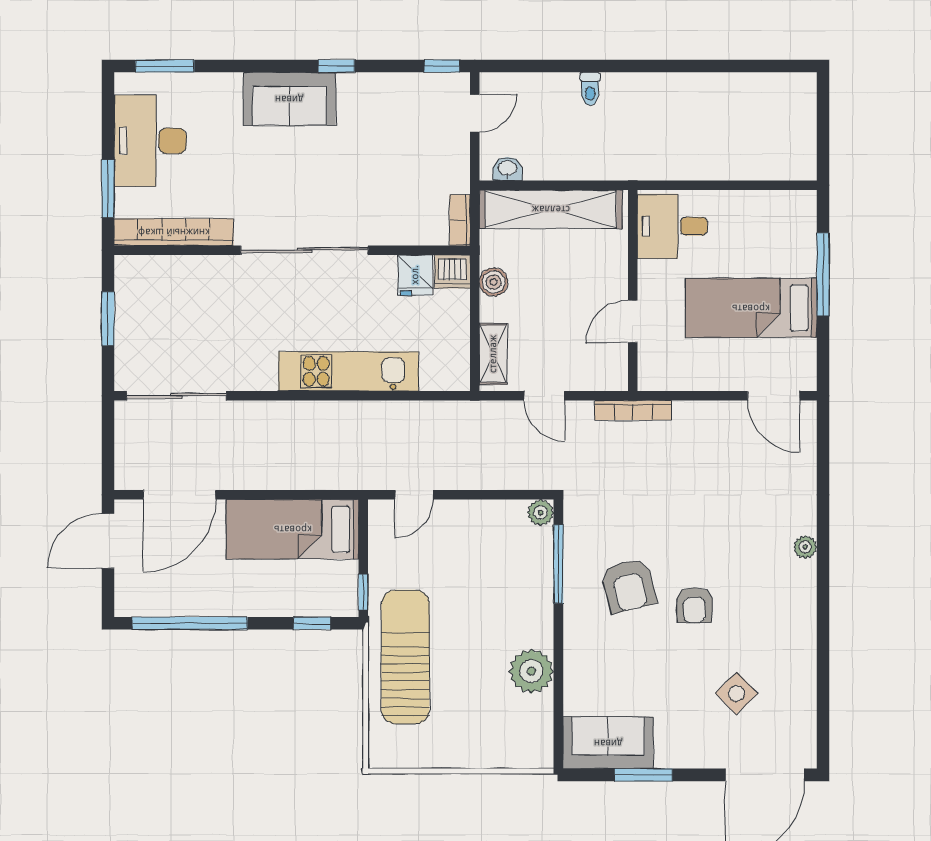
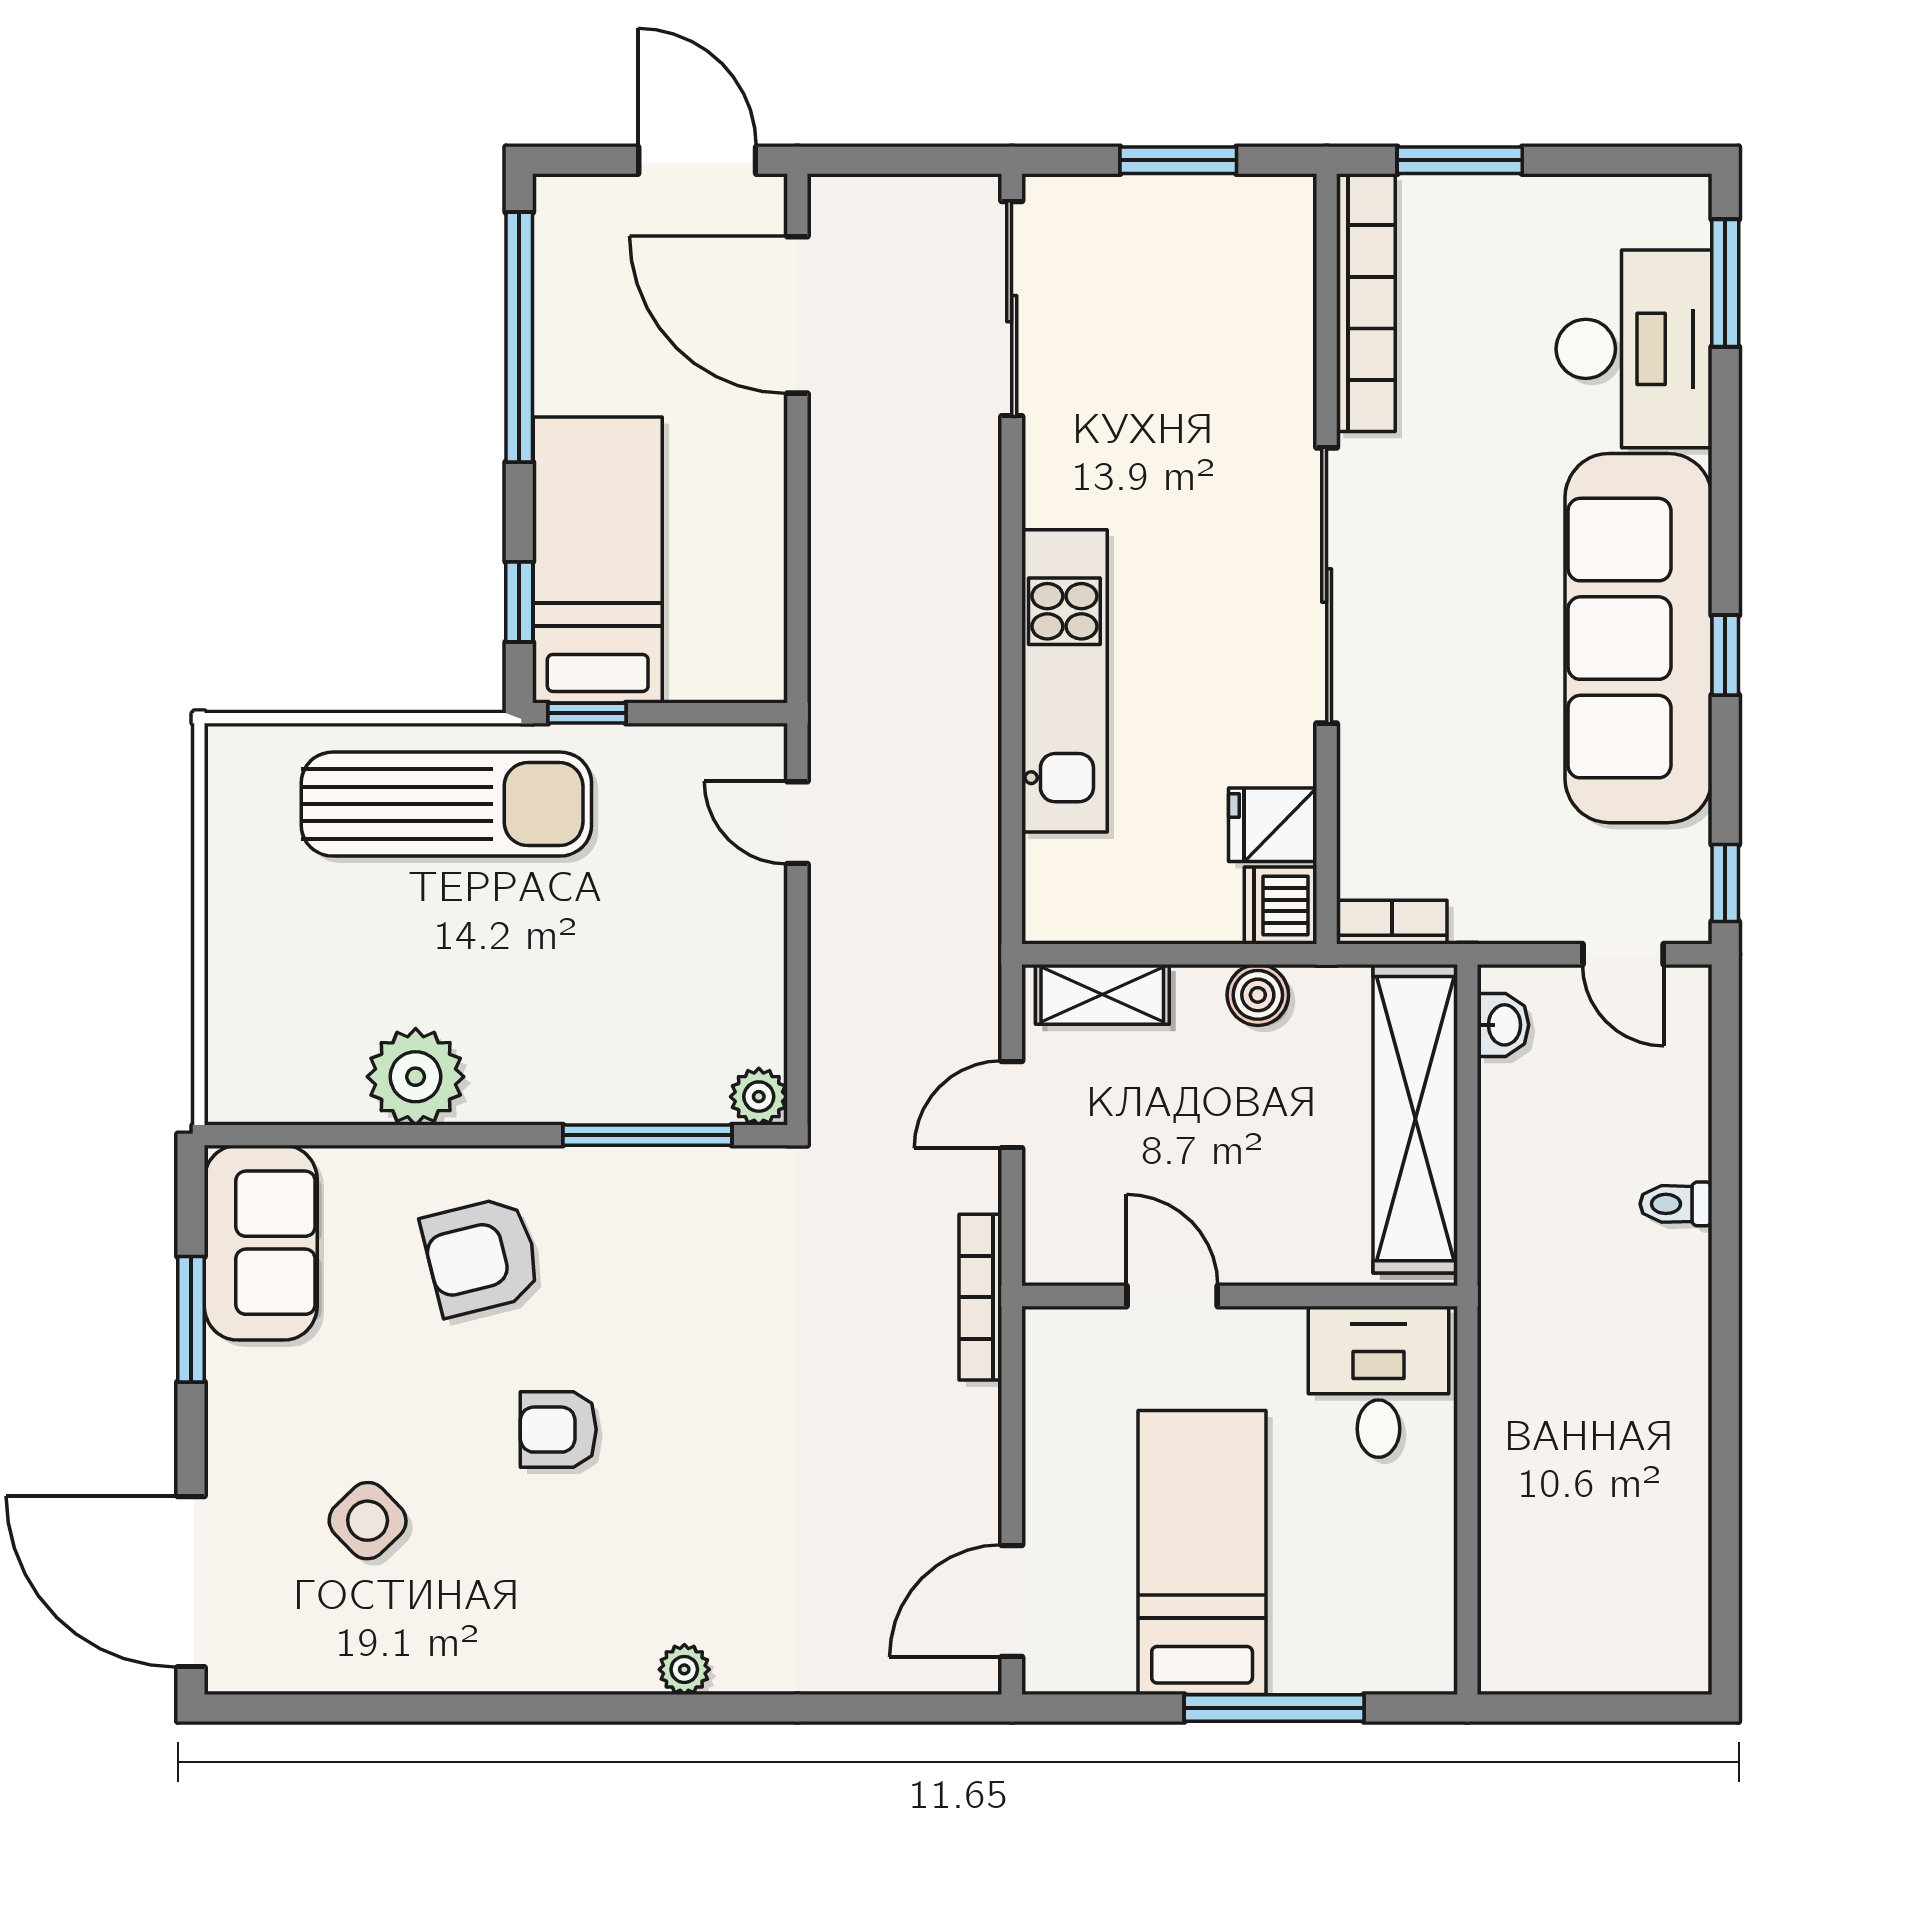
sofa: (289, 99) -> (1639, 638), width x1.85, depth x1.27
desk: (150, 141) -> (1634, 349), moved, turned 90
bed: (293, 529) -> (598, 560), moved
armchair: (629, 586) -> (481, 1256), moved

